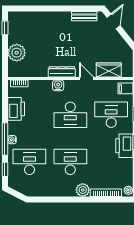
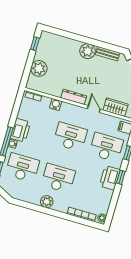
plant: (62, 20) -> (88, 51), added
water cooler: (58, 85) -> (56, 104), moved
printer: (16, 109) -> (21, 130), moved
desk: (70, 115) -> (70, 137), turned 180
plant: (83, 190) -> (47, 202), moved

